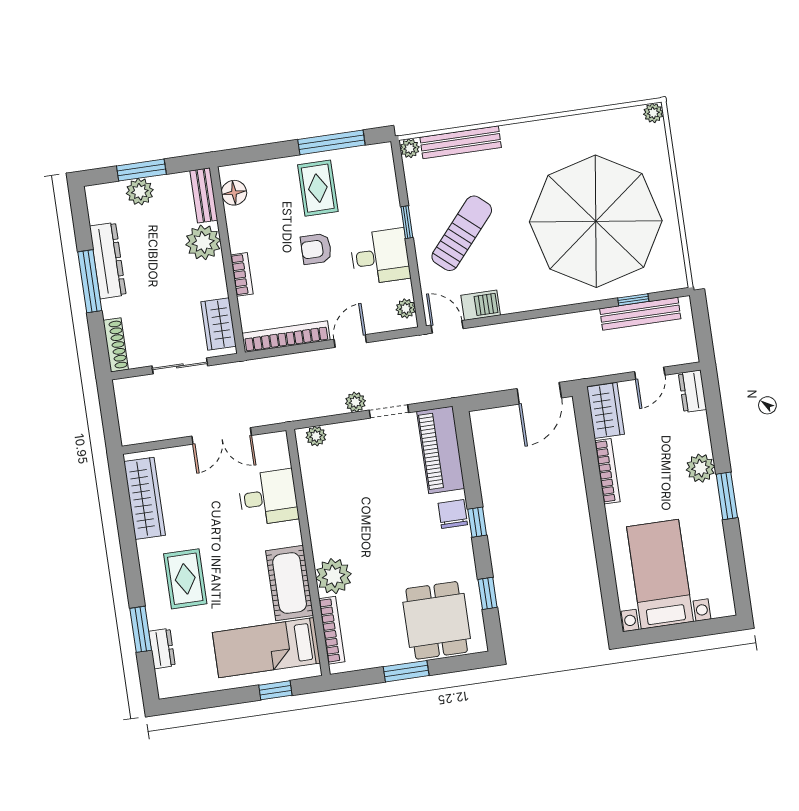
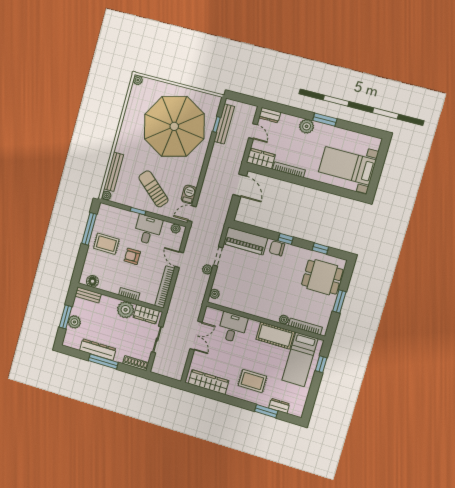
plant: (203, 242) -> (126, 310), moved
armchair: (316, 249) -> (132, 256), turned 90
plant: (334, 576) -> (284, 320), width x0.53, depth x0.53

